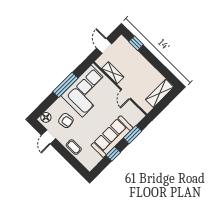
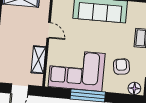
door: (126, 94) -> (49, 30), hinge flipped

